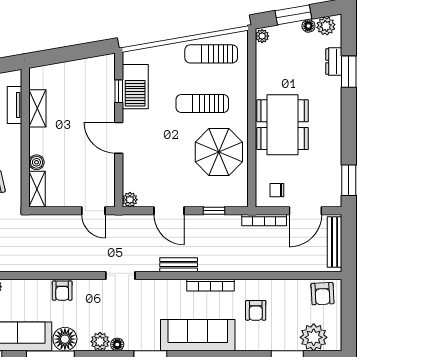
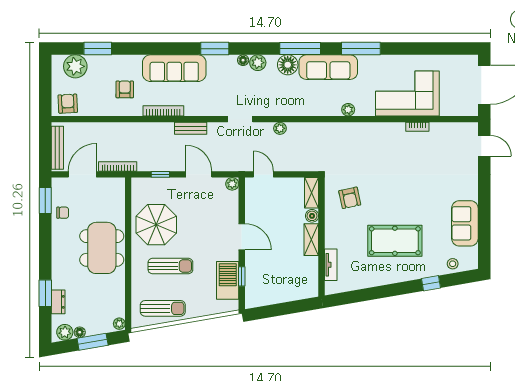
shelving: (37, 108) -> (311, 240), moved
chair: (277, 190) -> (63, 213), moved
plant: (74, 265) -> (280, 128), added
armchair: (62, 291) -> (290, 106), removed

